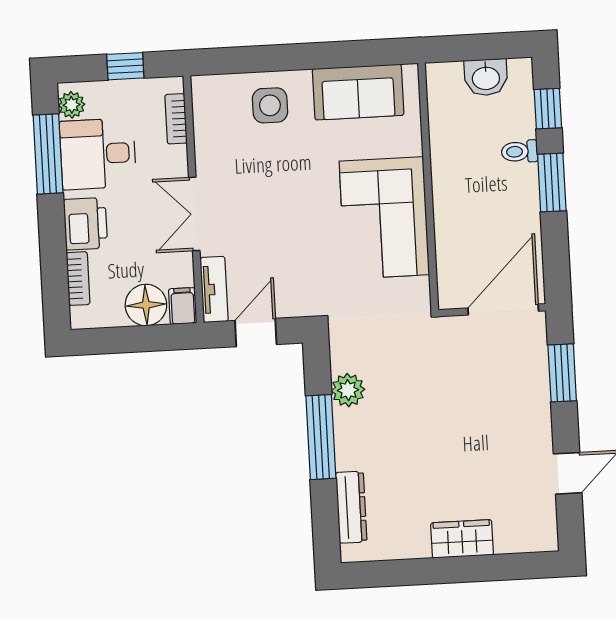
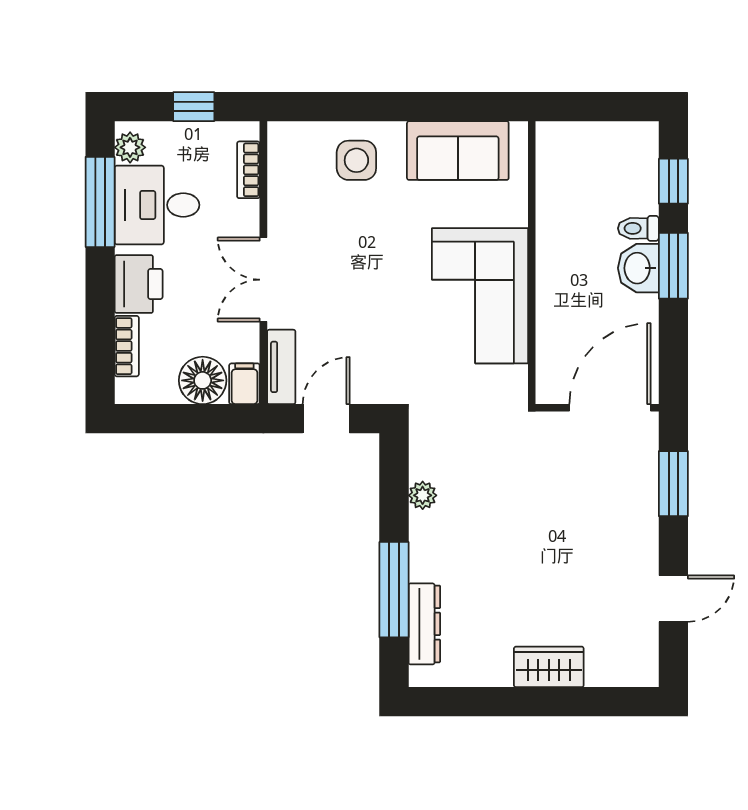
washbasin: (486, 77) -> (638, 268), moved, turned 90
plant: (348, 390) -> (423, 495), width x0.73, depth x0.73
window: (321, 437) -> (394, 590), moved

